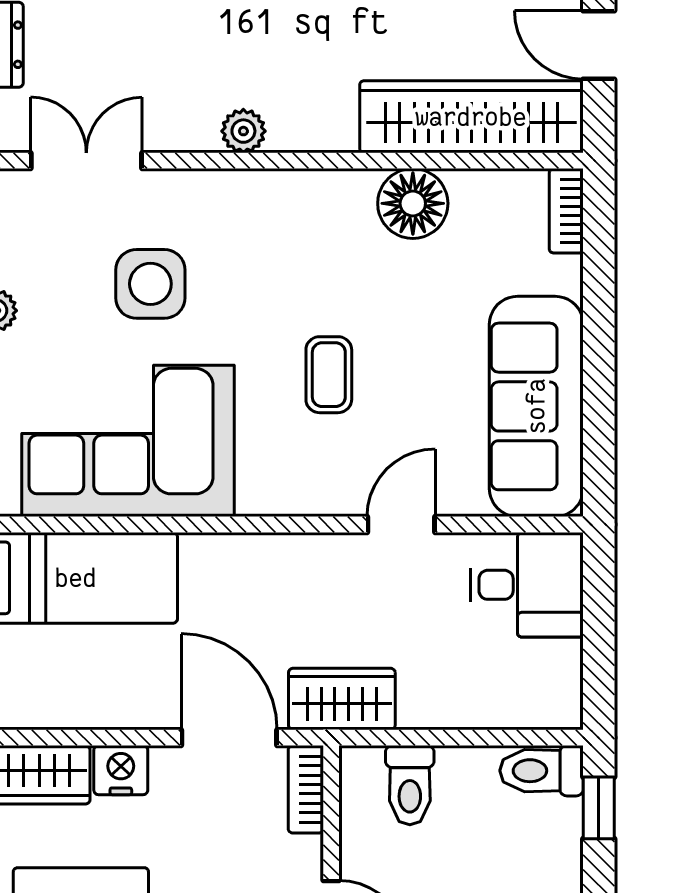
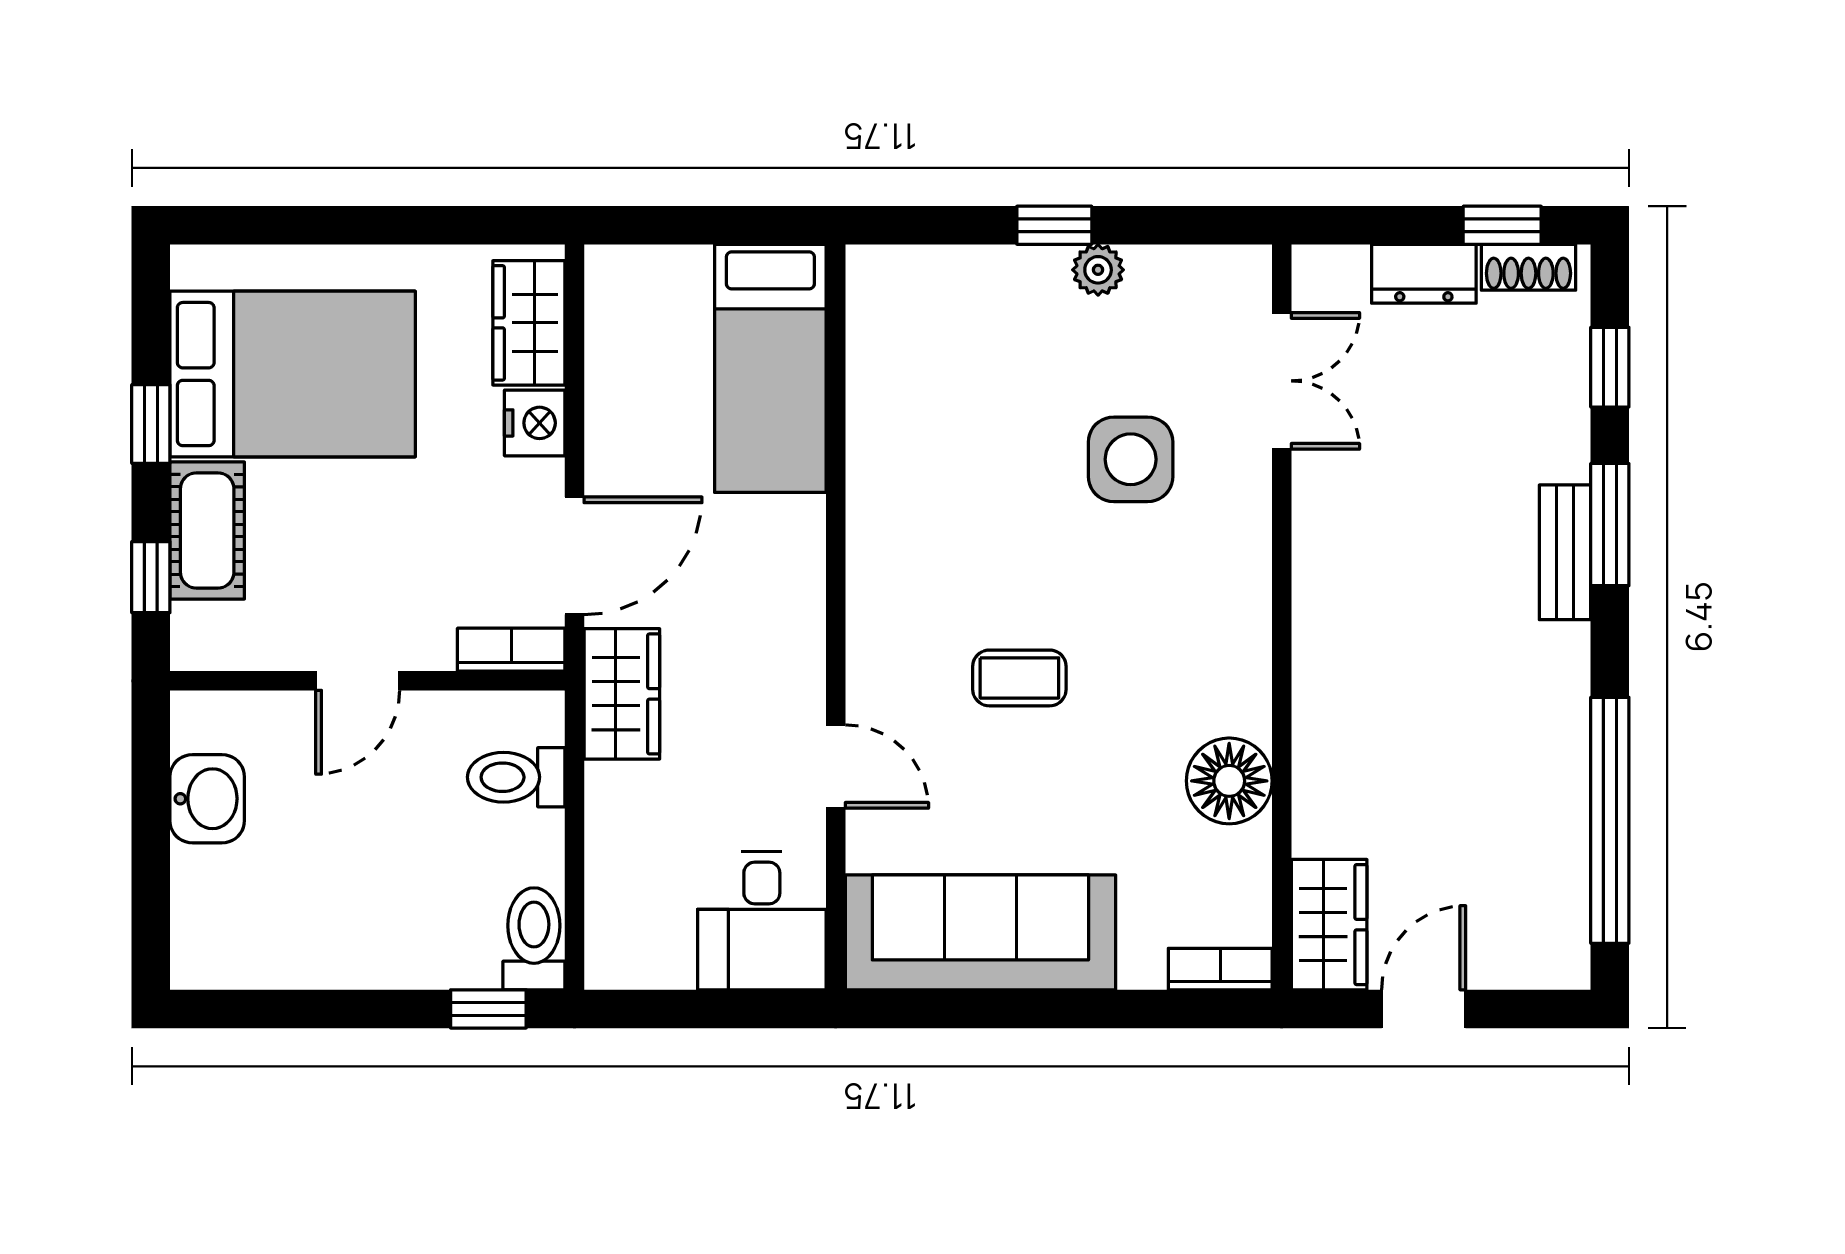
wardrobe: (471, 117) -> (1329, 925), width x0.48, depth x0.85
plant: (243, 131) -> (1318, 573), removed
corner sofa: (128, 441) -> (938, 432), removed

